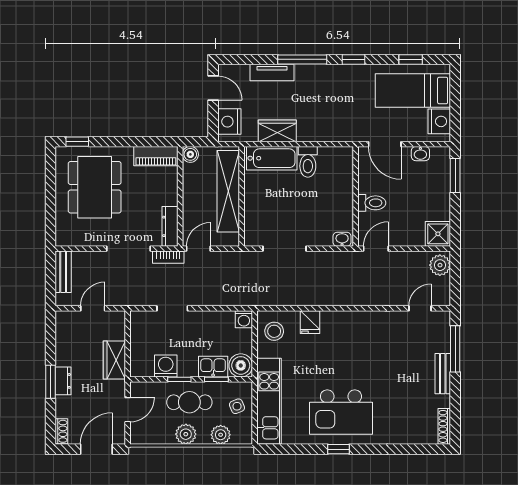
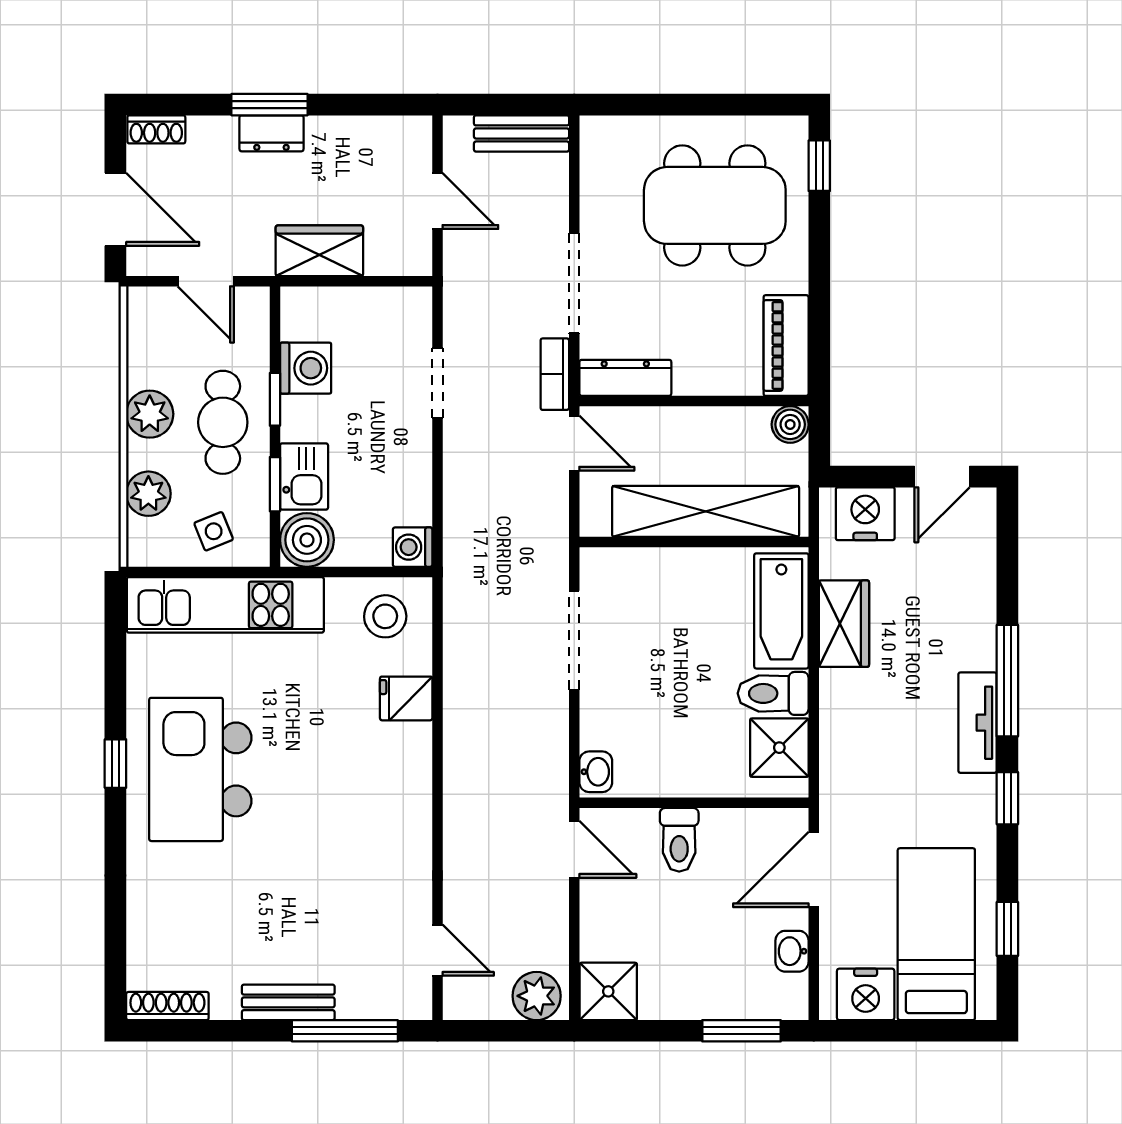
tv unit: (272, 73) -> (978, 723), moved
shower: (331, 159) -> (779, 748), added

